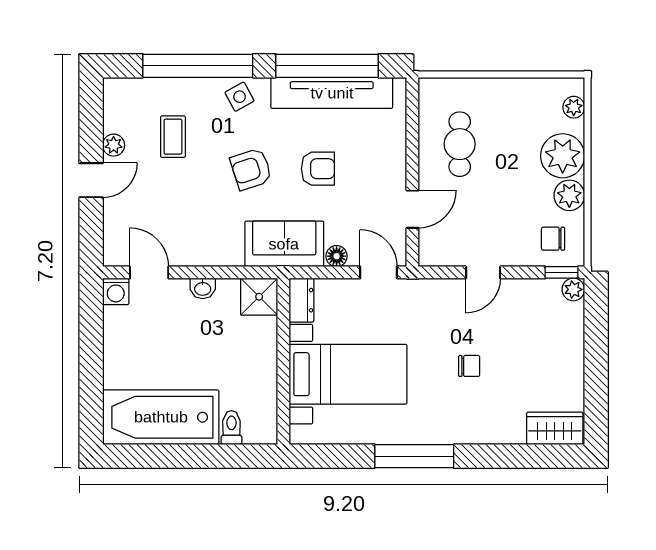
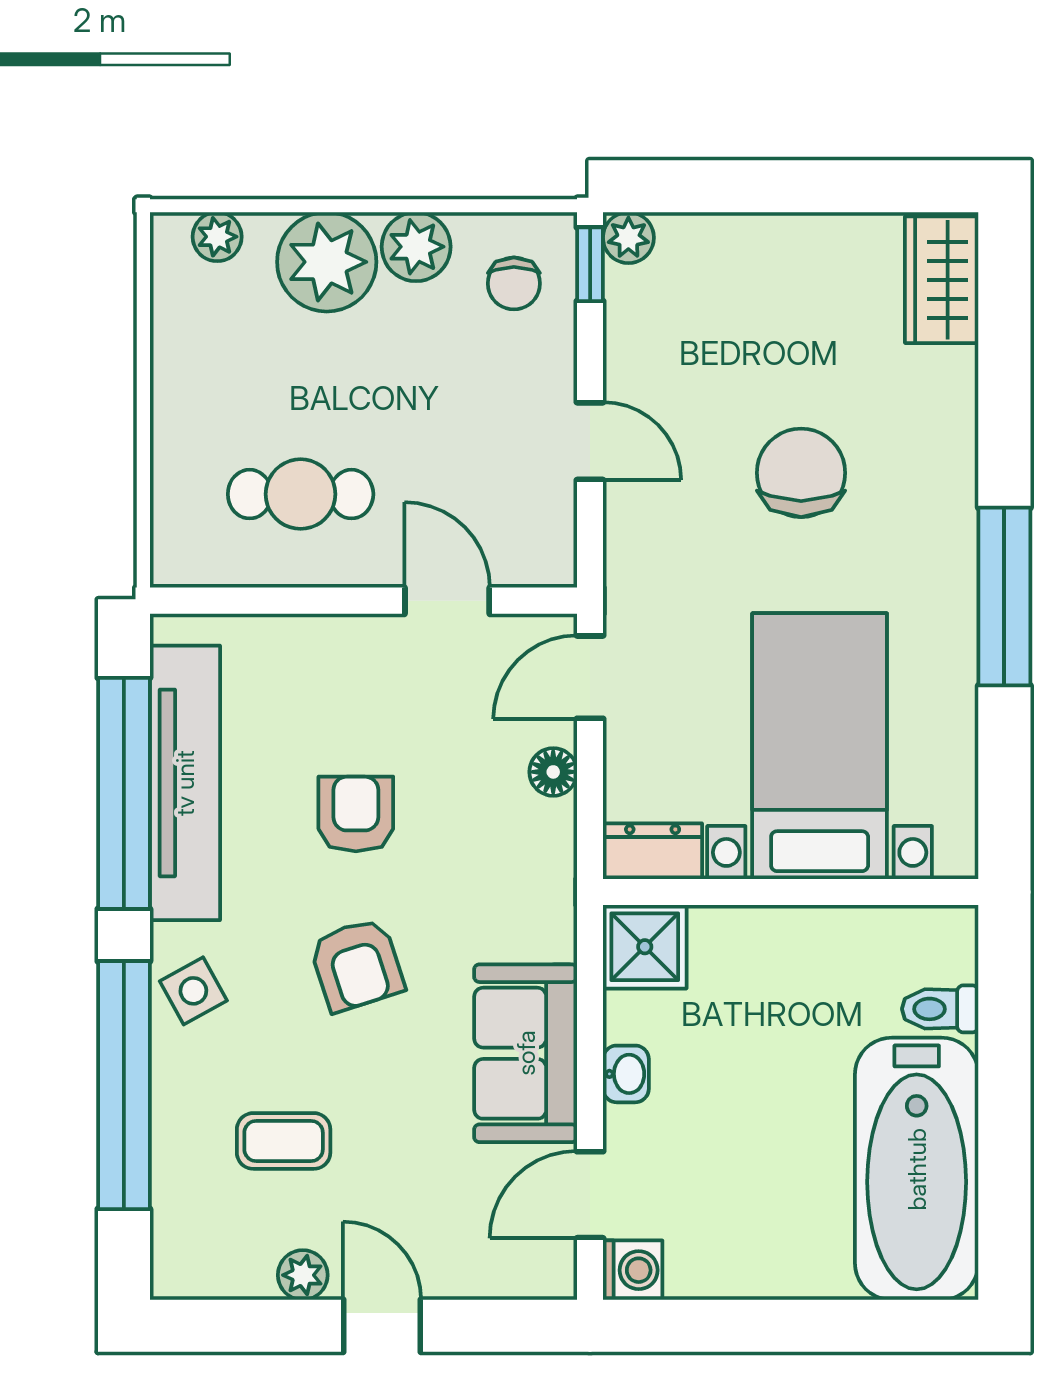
sofa: (284, 244) -> (526, 1053), moved
chair: (469, 366) -> (801, 473), width x1.87, depth x1.87

